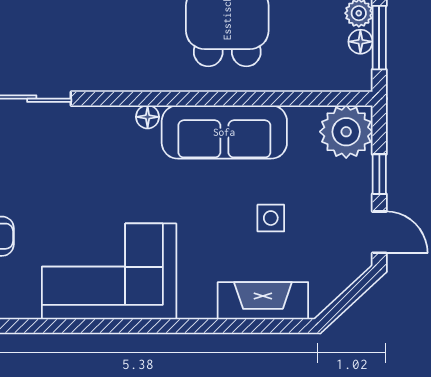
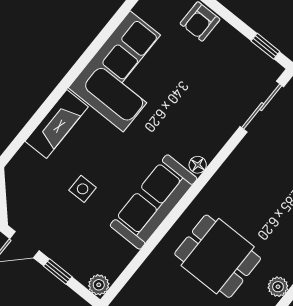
plant: (346, 132) -> (99, 285), width x0.53, depth x0.53
fireplace: (263, 301) -> (57, 124), moved

